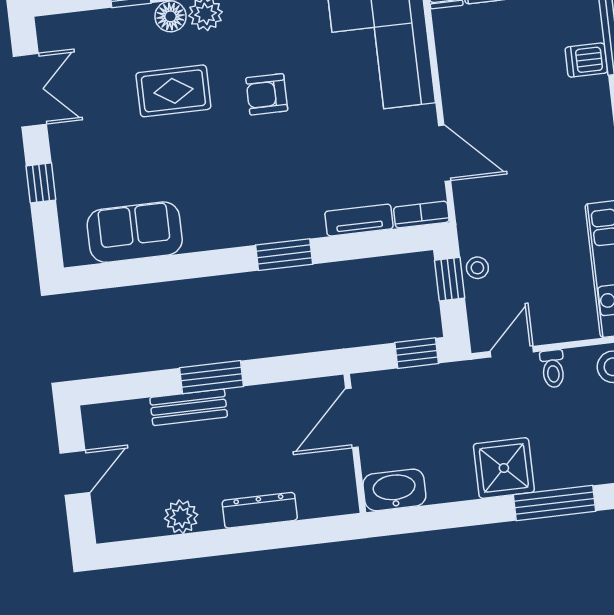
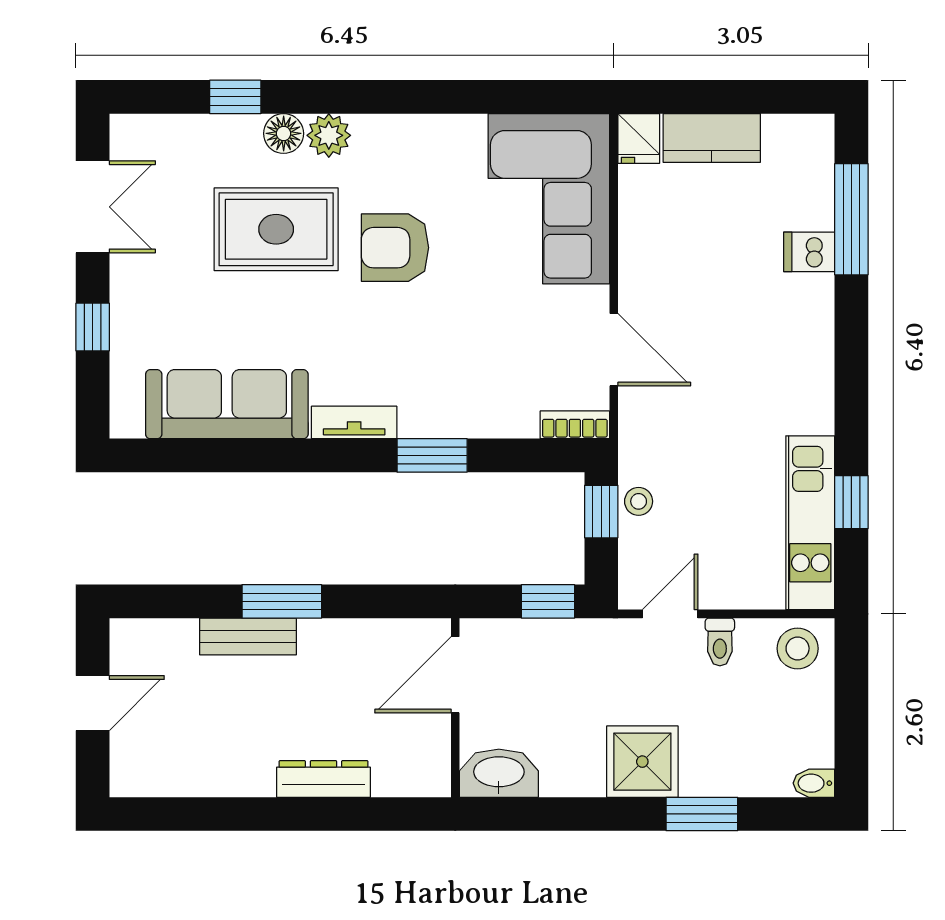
rug: (173, 91) -> (276, 229), width x1.36, depth x1.43
armchair: (267, 94) -> (395, 248), width x1.38, depth x1.38
tv unit: (359, 220) -> (354, 422), moved
sofa: (135, 232) -> (227, 404), width x1.36
window: (284, 255) -> (432, 455), moved
window: (554, 503) -> (702, 814), width x0.69
plant: (181, 517) -> (222, 775), removed

